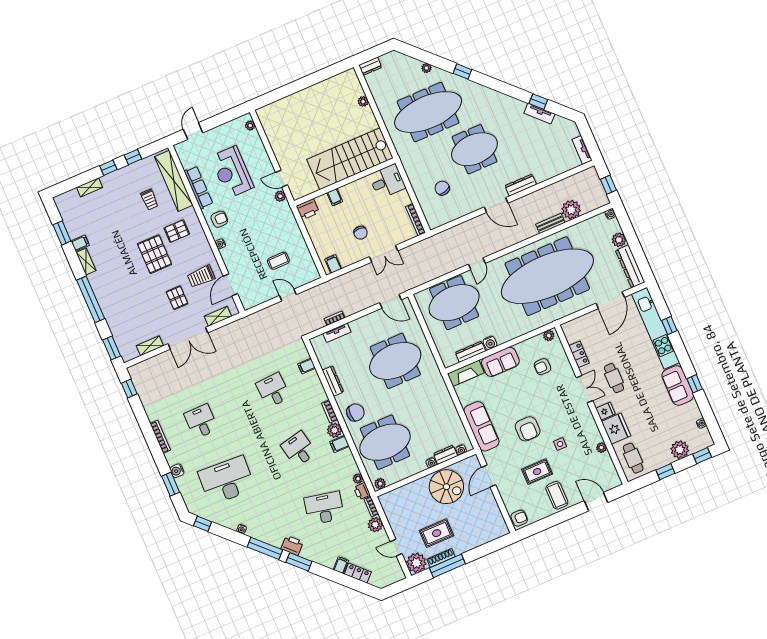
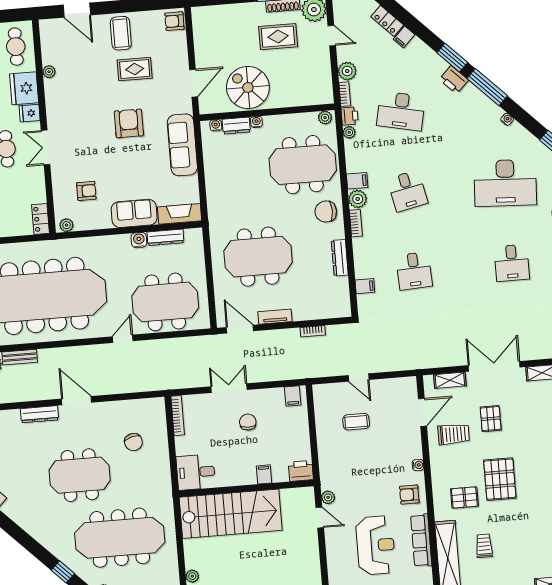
tv unit: (337, 333) -> (275, 317), moved
locker: (579, 354) -> (41, 219), moved
side table: (560, 444) -> (96, 93), removed

